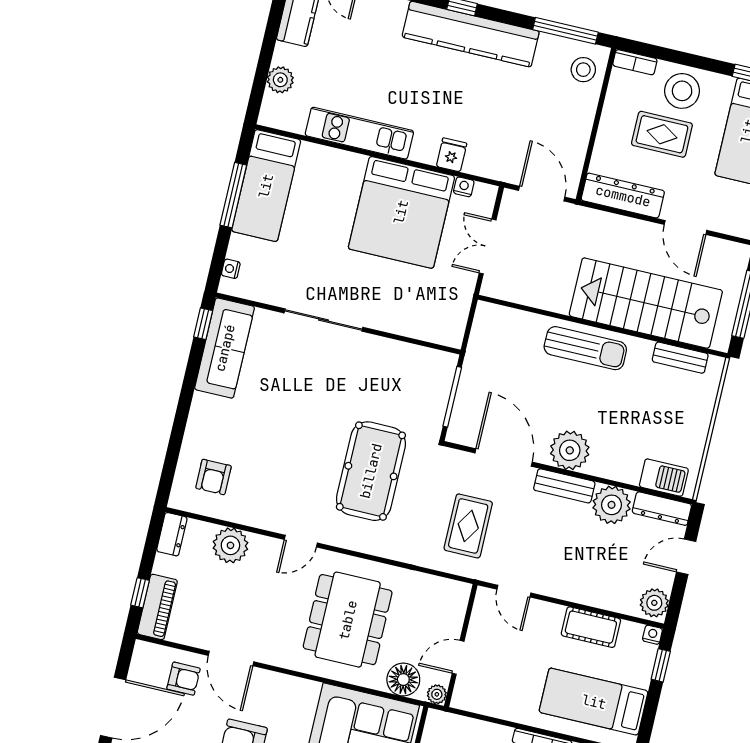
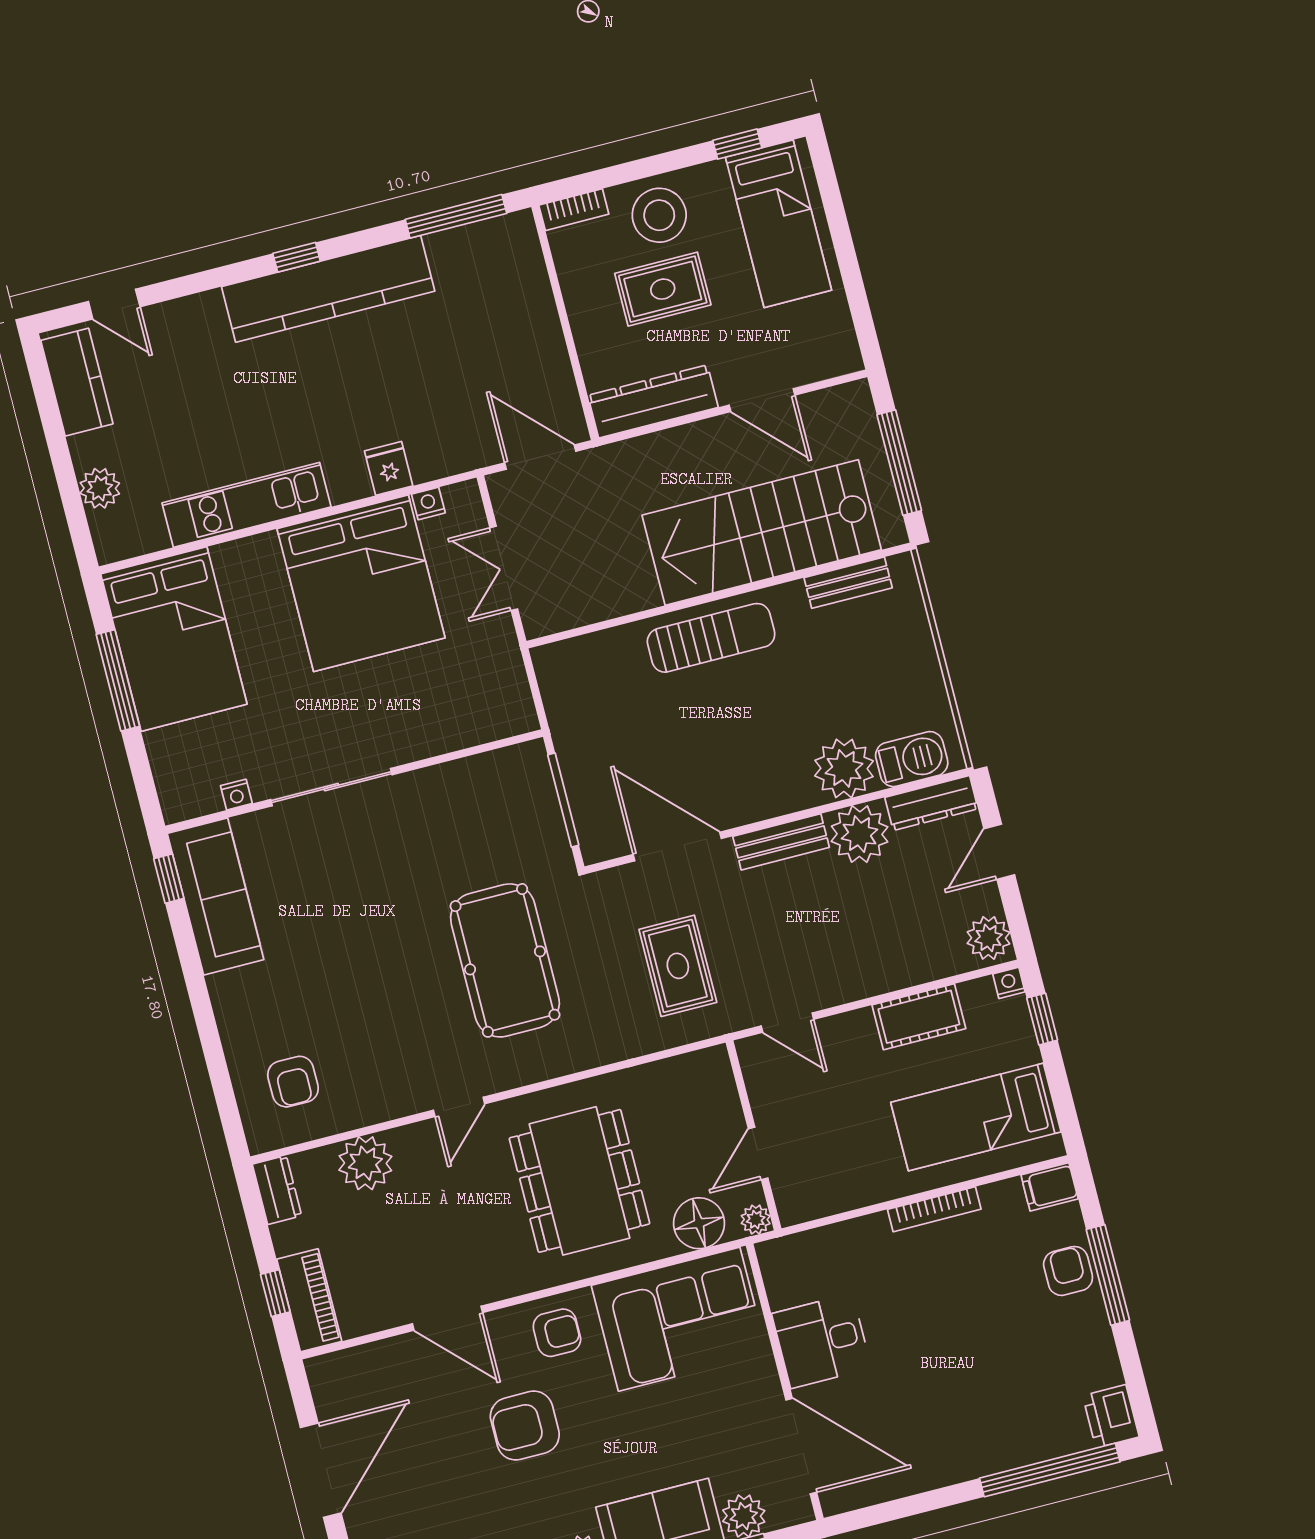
stool: (583, 70) -> (508, 257), removed
bed: (266, 186) -> (174, 639), width x1.50
nightstand: (231, 269) -> (236, 795), moved, turned -90
plant: (570, 450) -> (844, 768), moved
armchair: (184, 679) -> (557, 1333), moved

